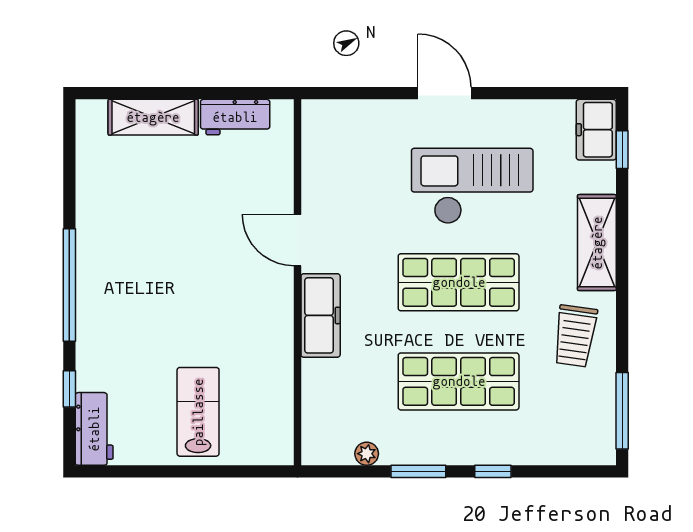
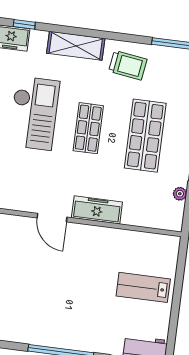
checkout: (472, 186) -> (34, 113), turned 180
door: (297, 240) -> (52, 218), hinge flipped
shop shelf: (459, 282) -> (88, 128), width x0.70, depth x0.74

